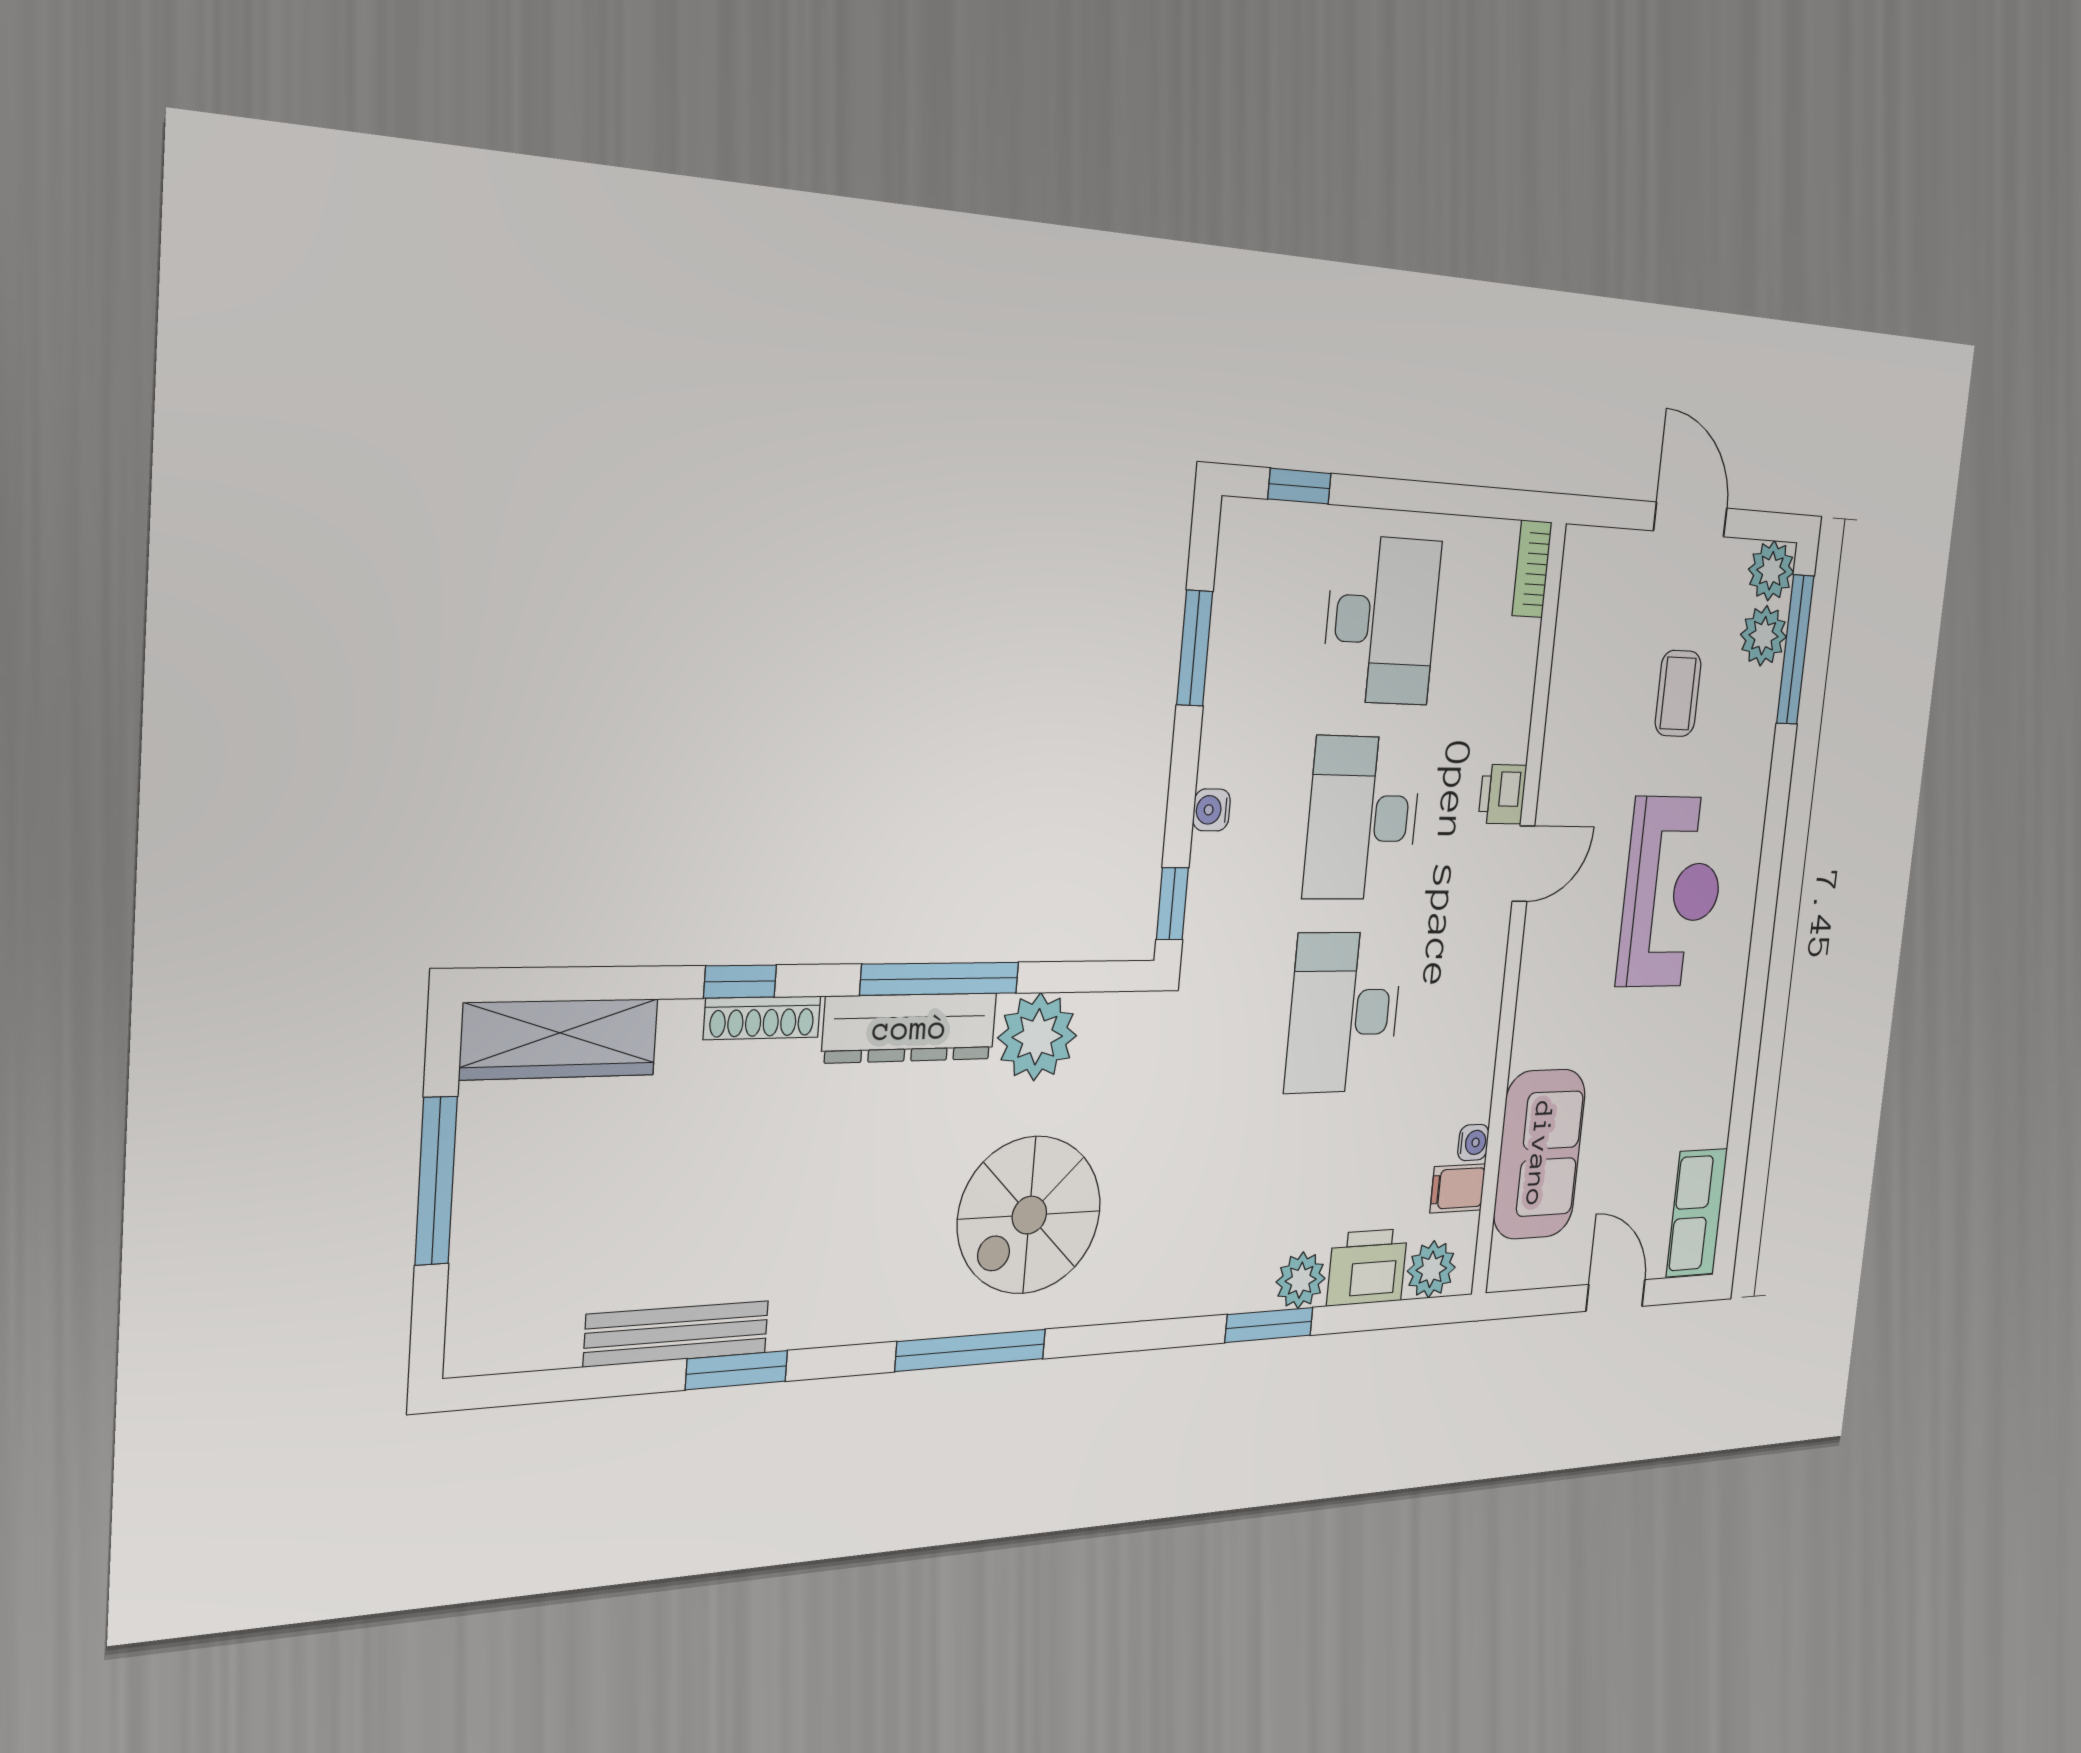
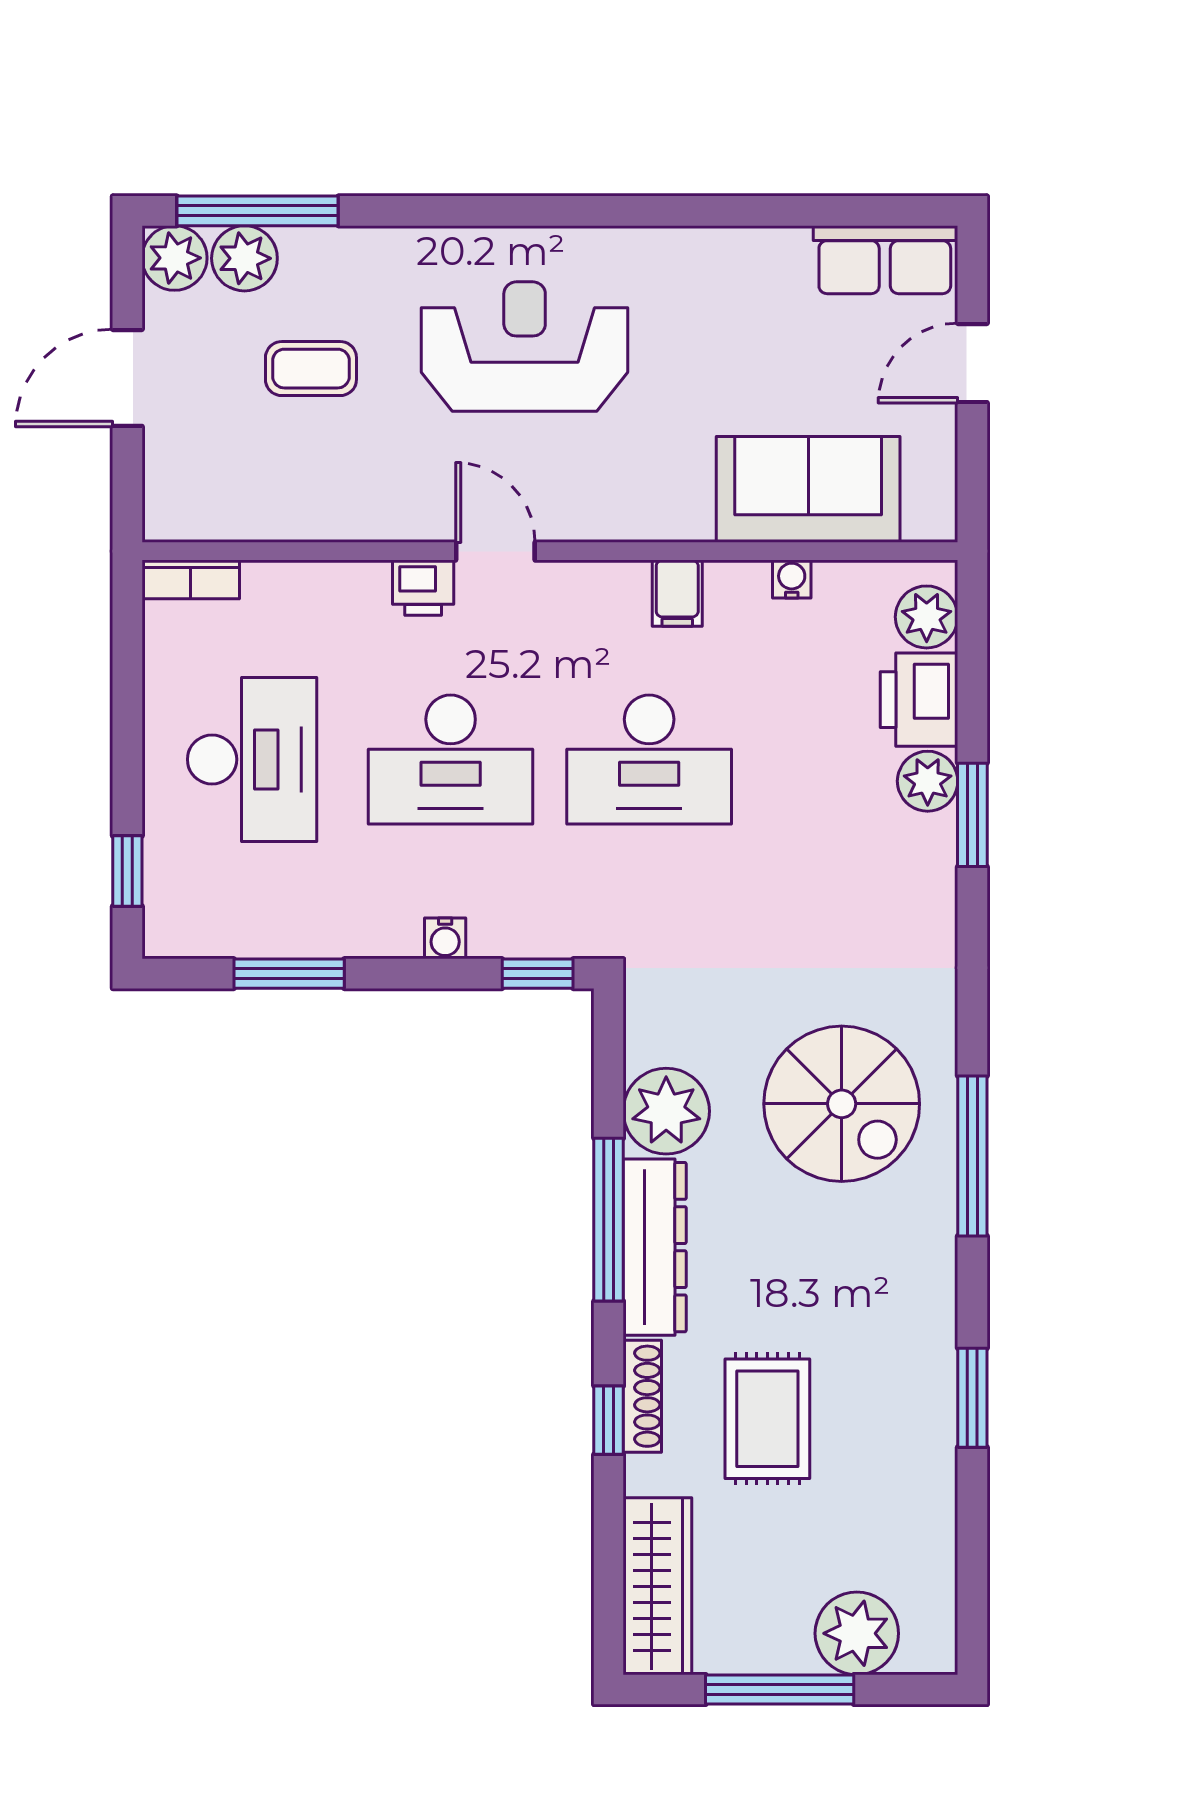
desk: (1382, 620) -> (252, 759), turned 90
rug: (730, 1154) -> (767, 1419), added
filing cabinet: (1458, 1188) -> (677, 593), moved
plant: (495, 1264) -> (857, 1633), added
bench: (677, 1334) -> (933, 1459), removed

